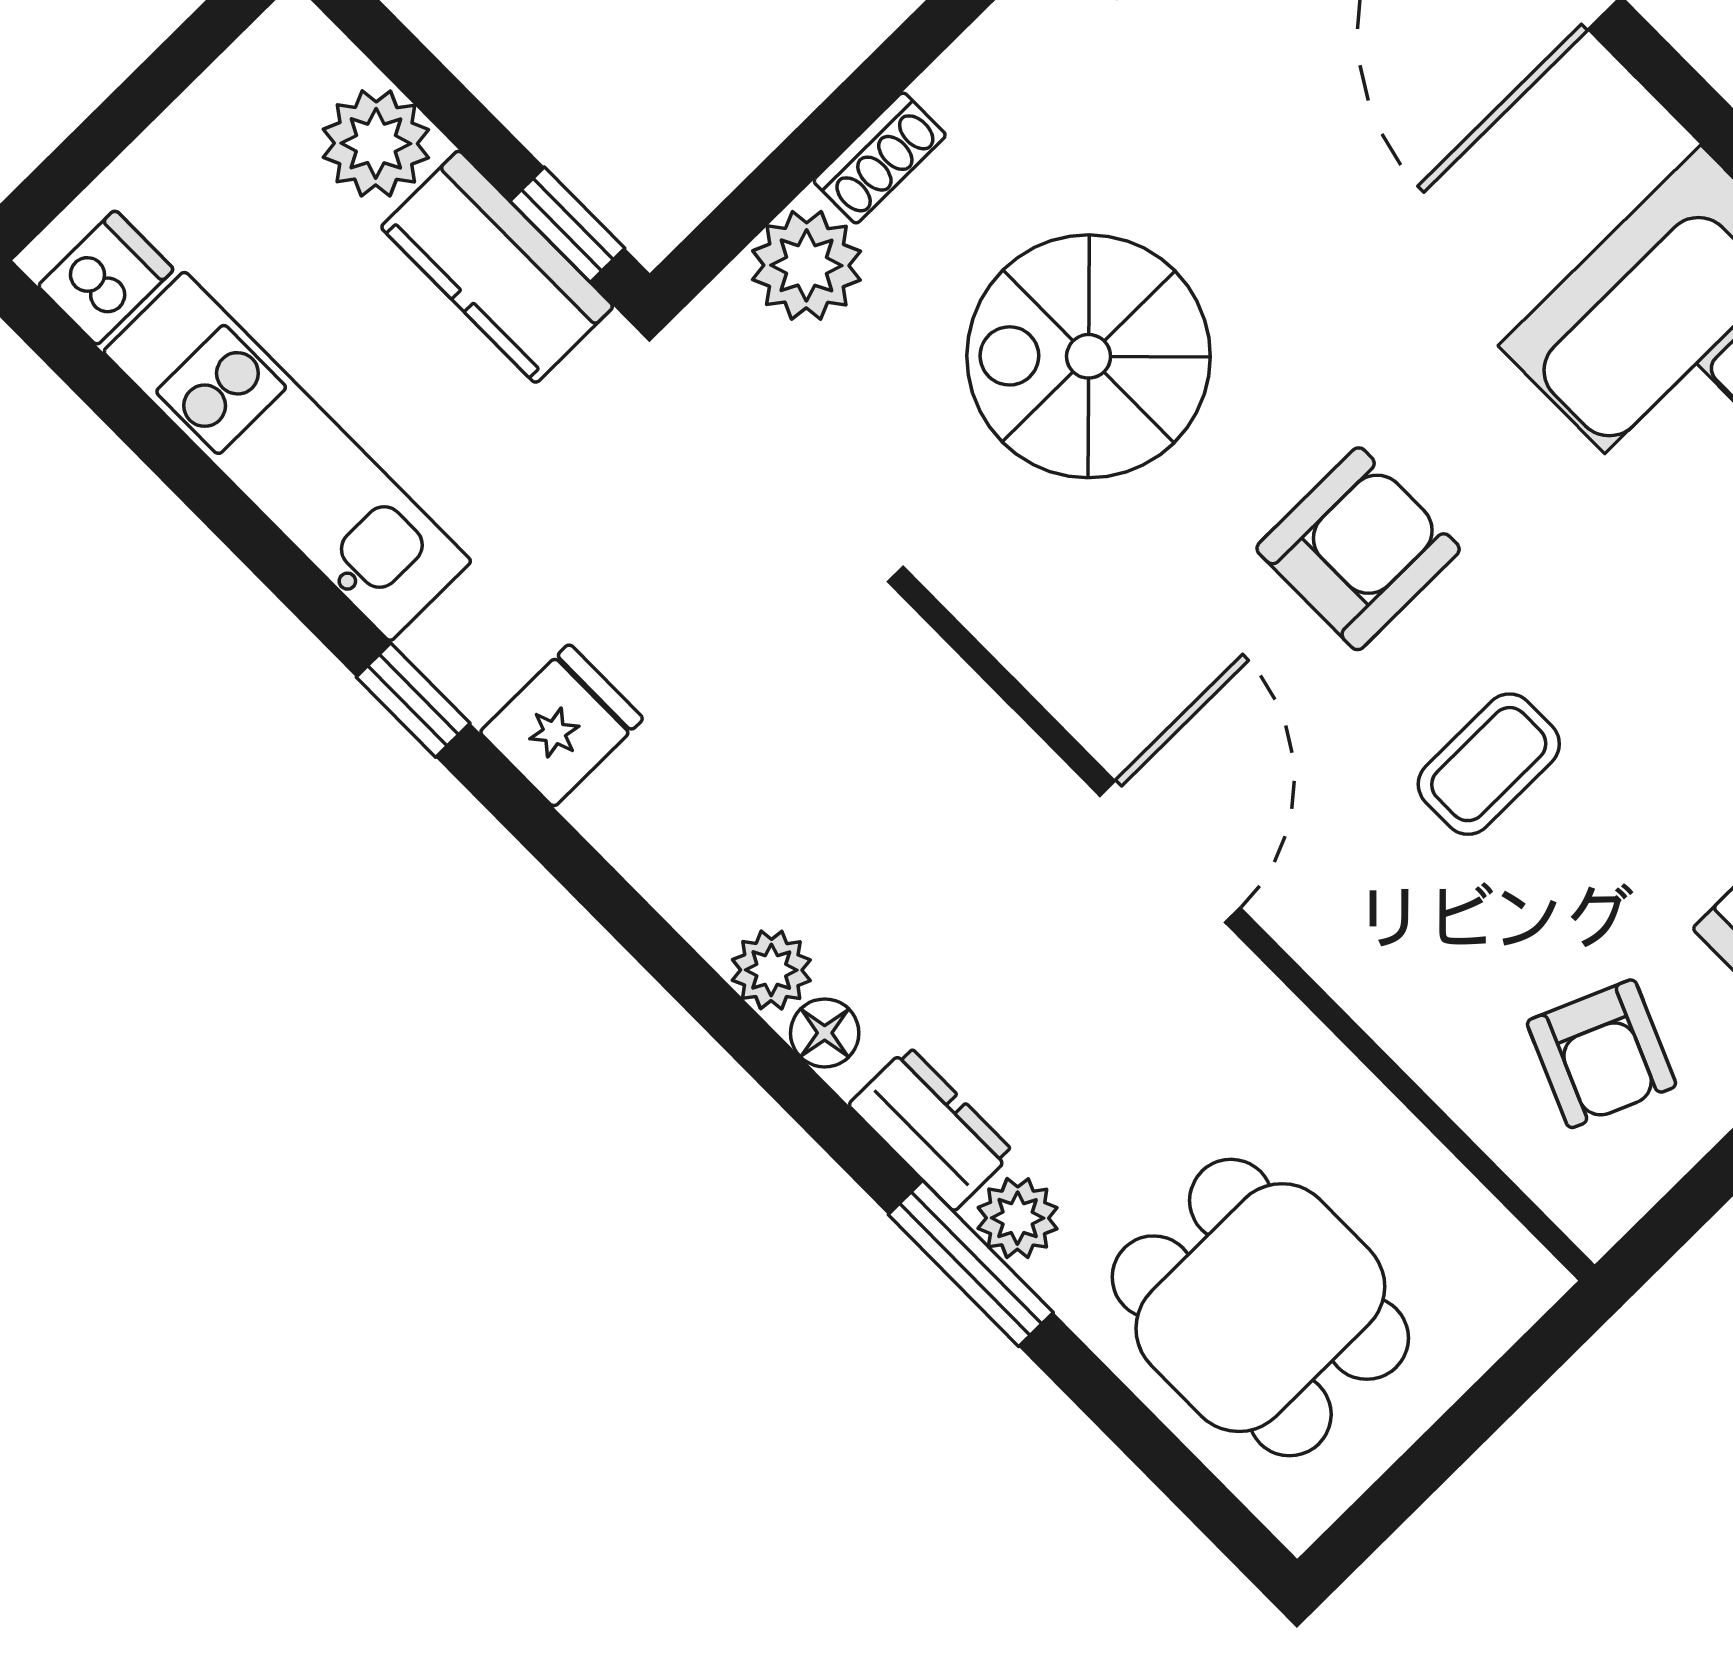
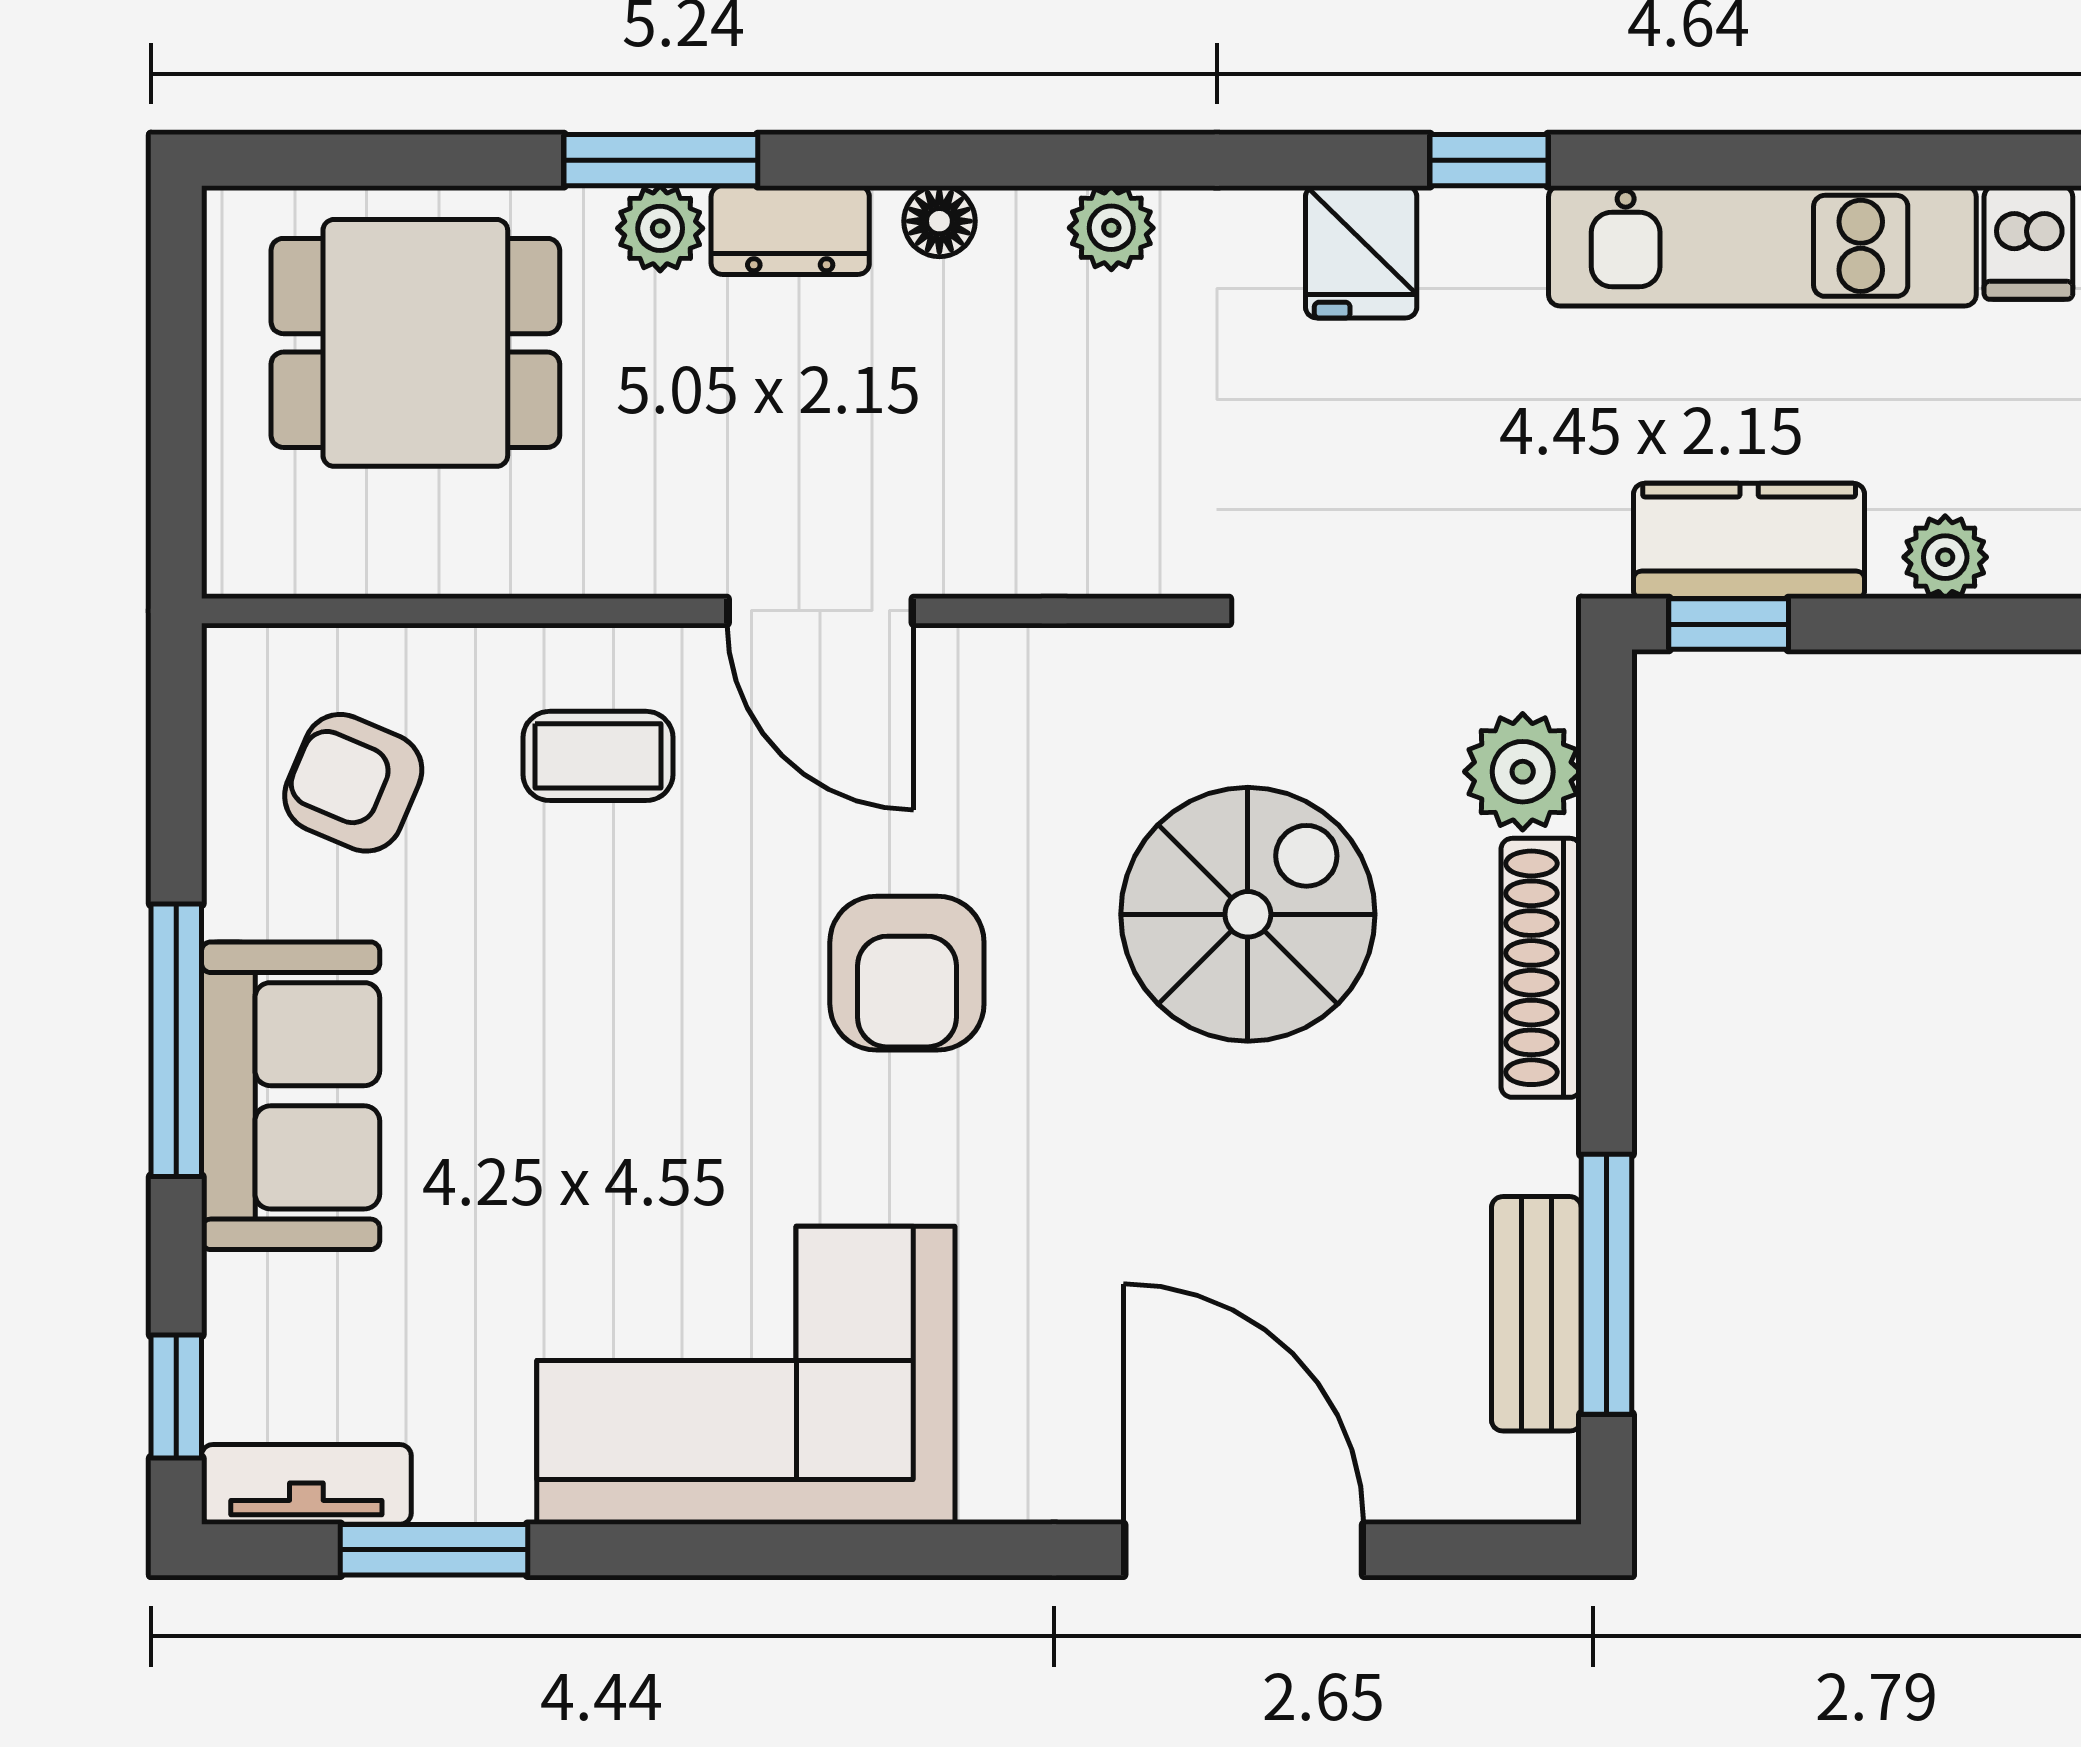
plant: (376, 143) -> (1945, 557), width x0.73, depth x0.73
shoe rack: (880, 158) -> (1541, 968), width x1.94, depth x1.24
coffee table: (1489, 764) -> (598, 756), moved, turned 90
plant: (771, 970) -> (1111, 228), moved

